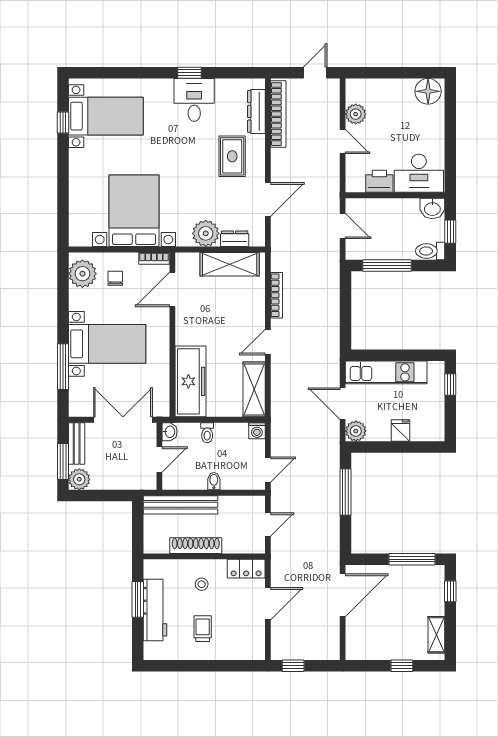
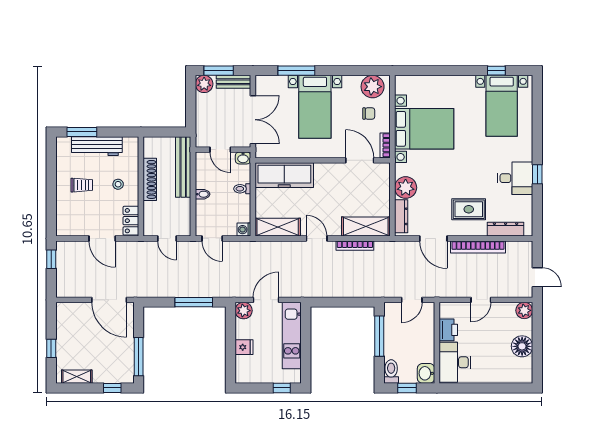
floor lamp: (428, 91) -> (522, 346), moved
bookcase: (278, 114) -> (478, 247), moved
plant: (356, 114) -> (524, 310), moved
dresser: (235, 239) -> (401, 216), width x1.44
shelving: (230, 264) -> (366, 227), moved, turned 90
window: (138, 599) -> (82, 132), moved

